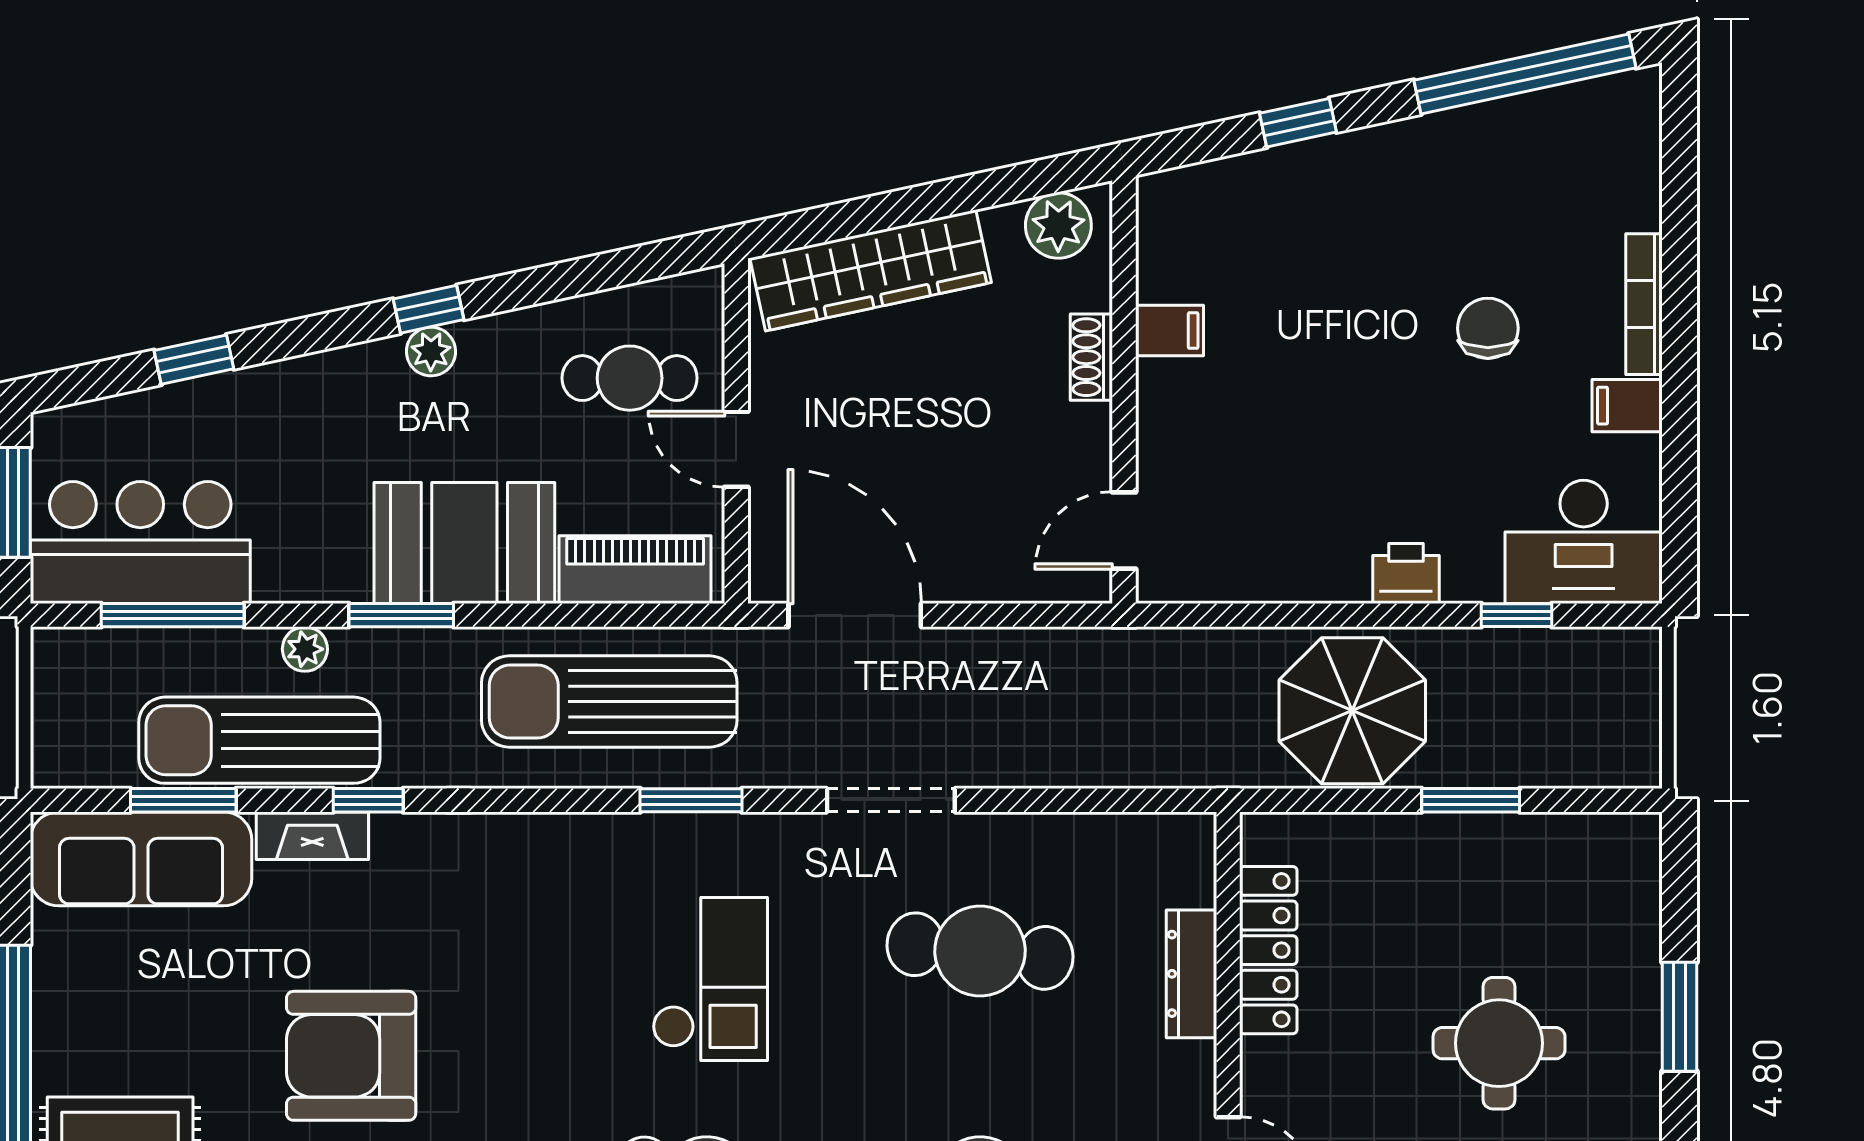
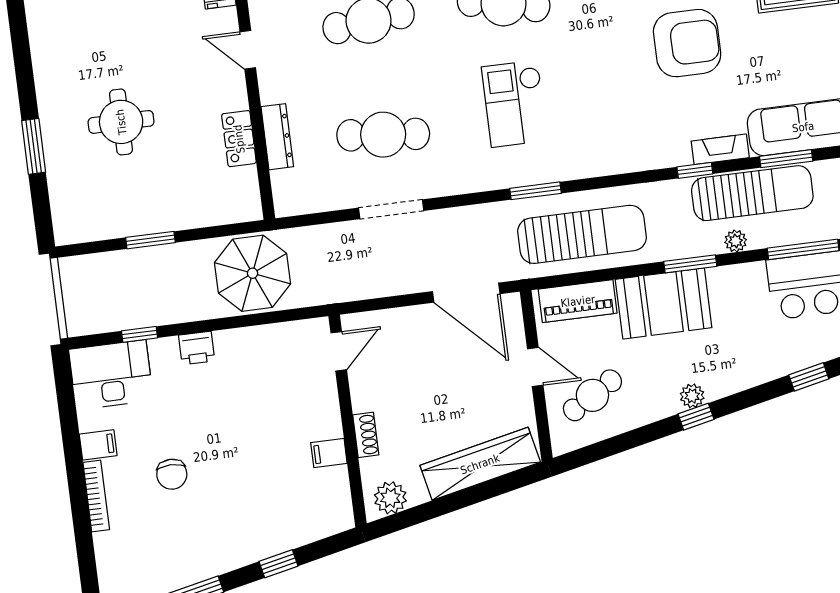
cafe table: (630, 378) -> (592, 395), turned -31
parasol: (1352, 711) -> (253, 273), moved
doorway: (891, 800) -> (391, 209), moved
locker: (1268, 950) -> (239, 139), width x0.66

